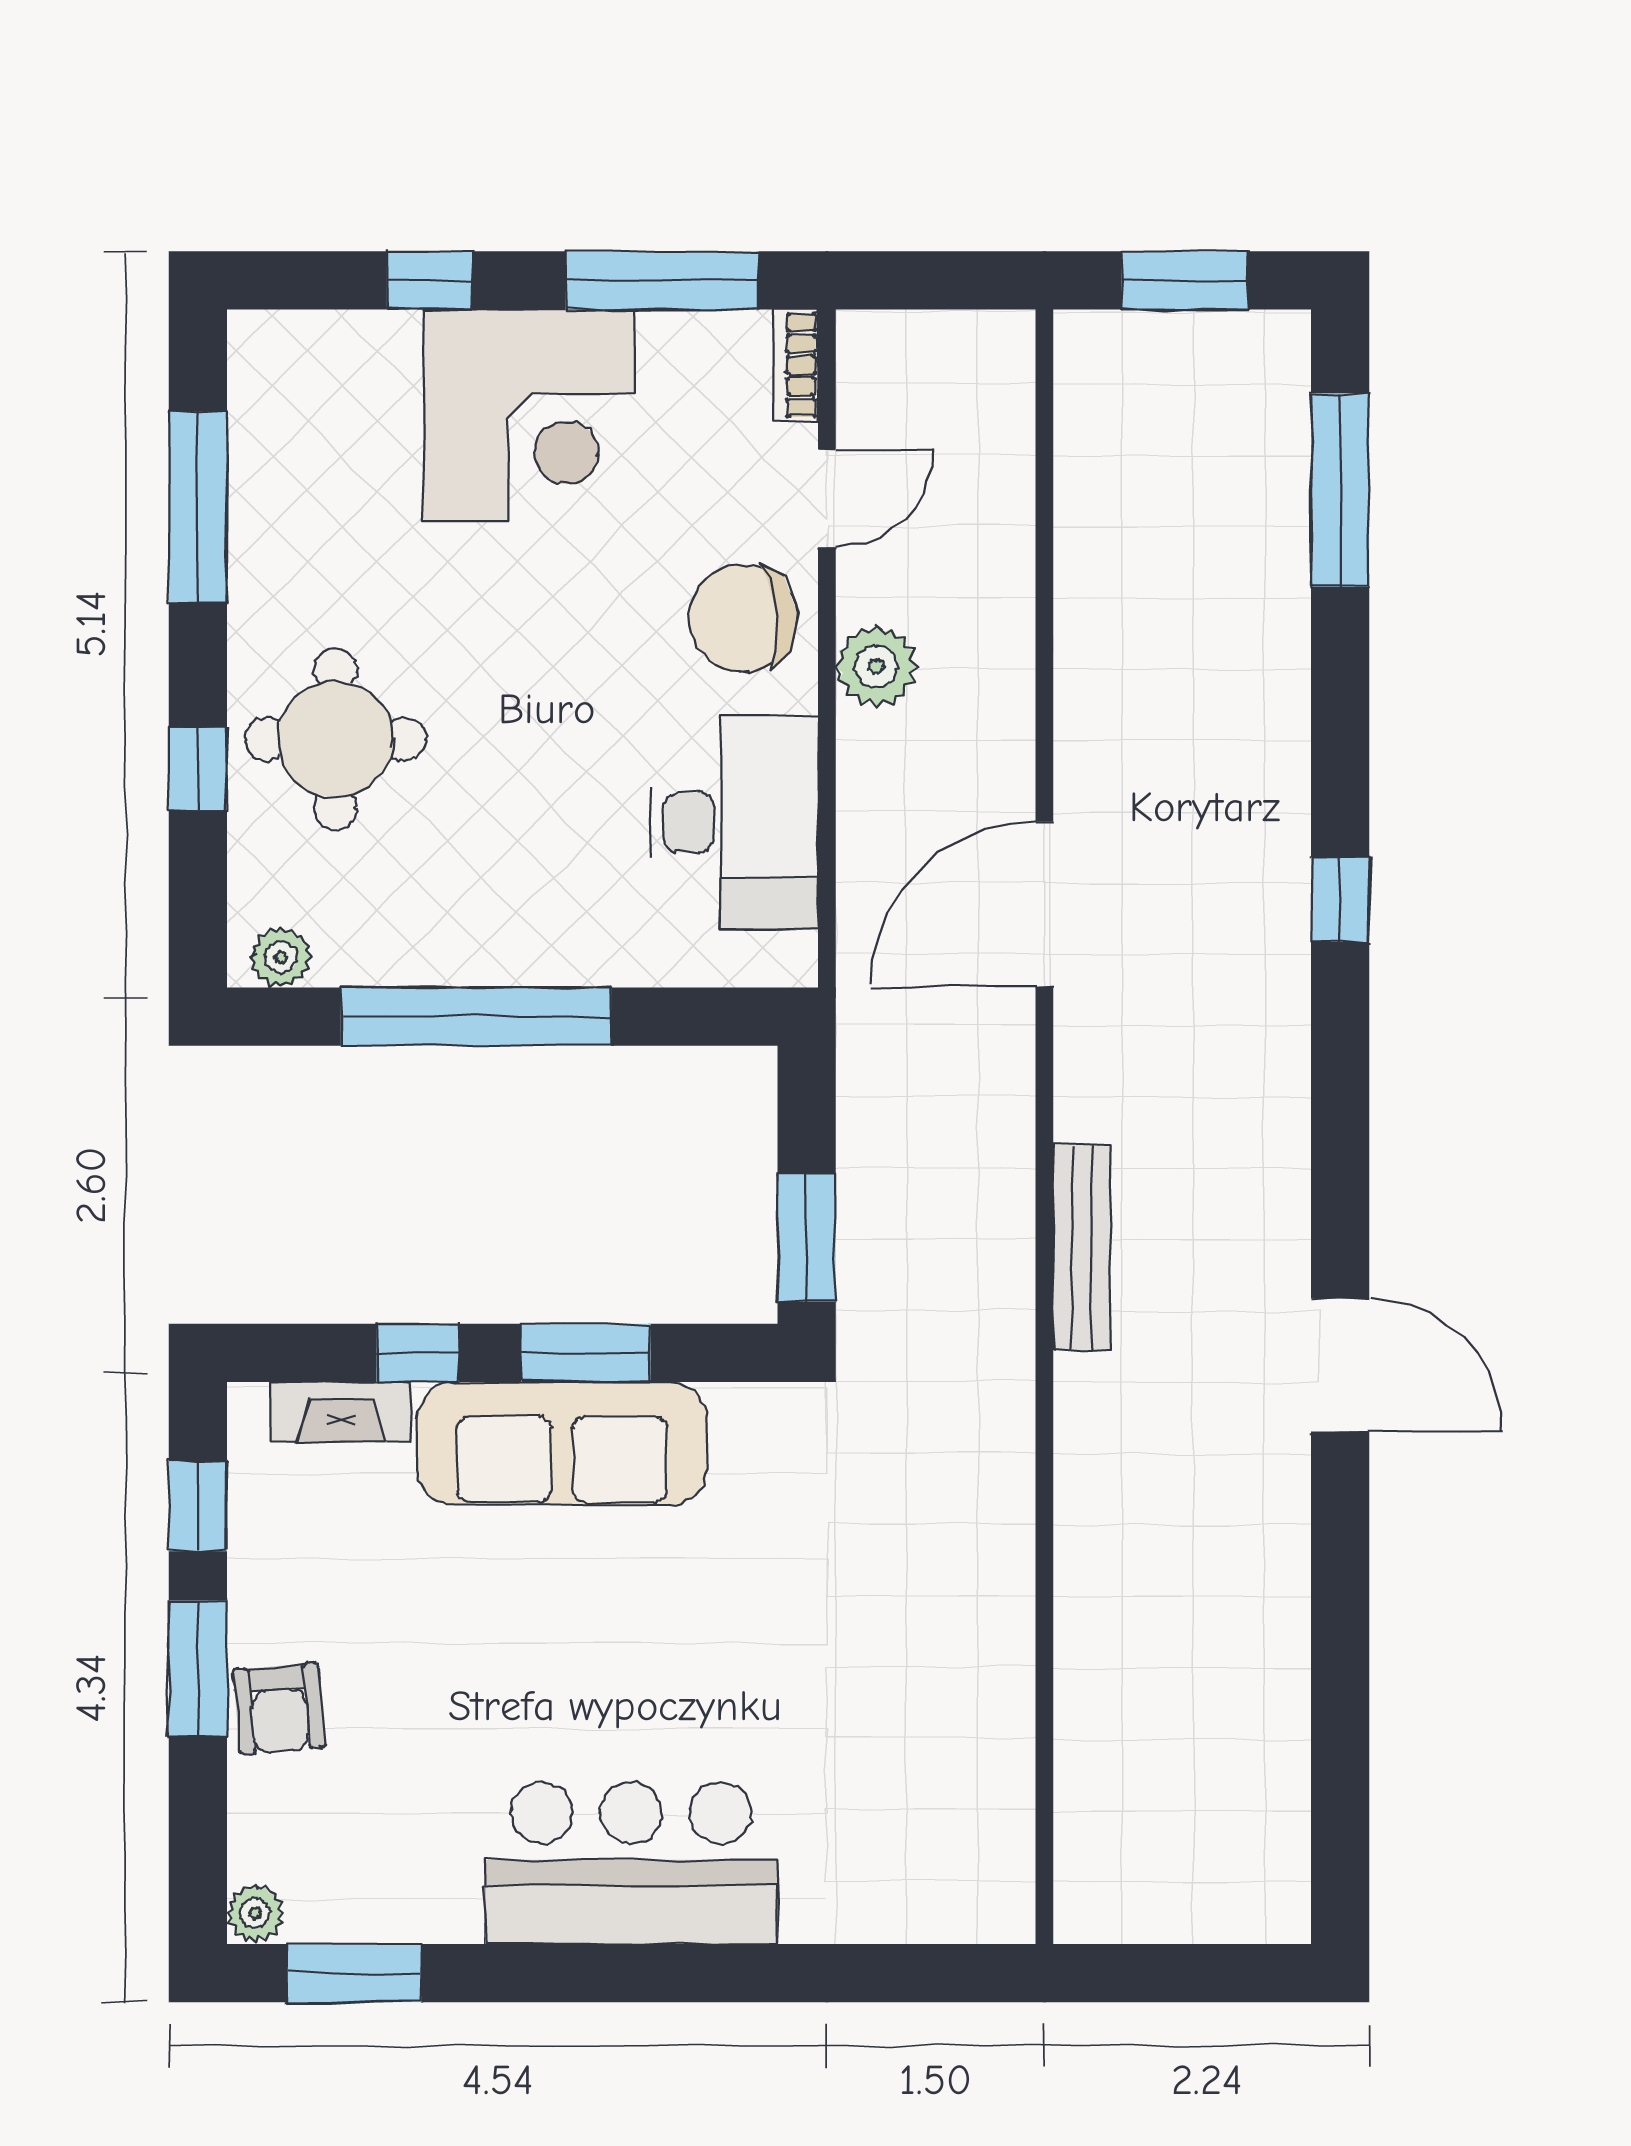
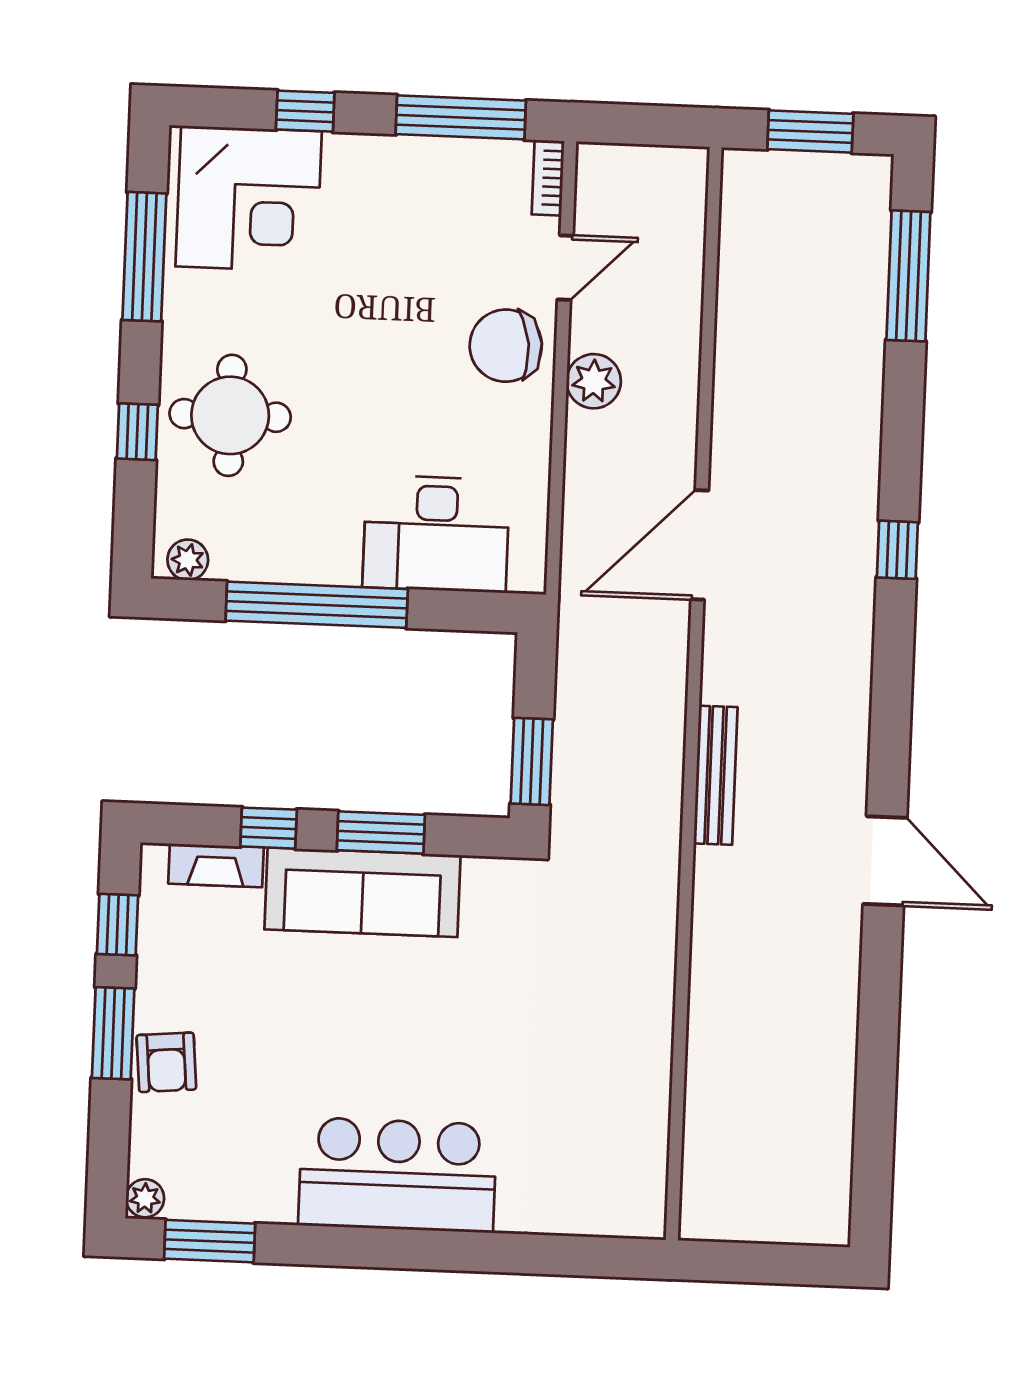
corner desk: (529, 415) -> (249, 199), moved
desk: (734, 822) -> (436, 534), moved, turned 90

